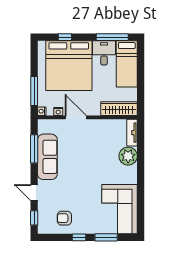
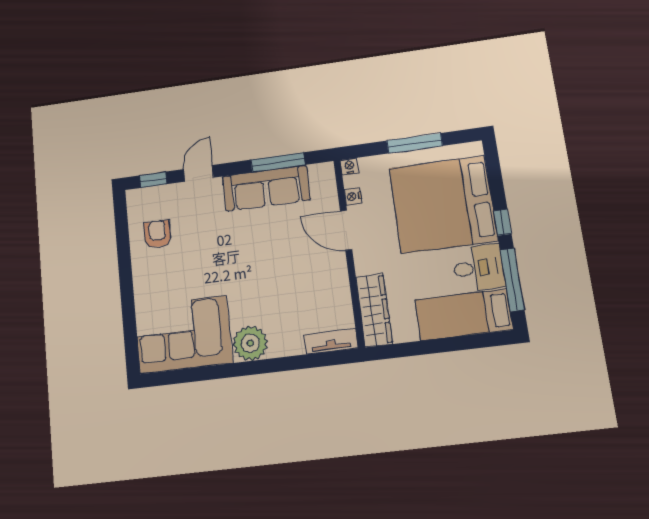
window: (65, 37) -> (502, 222), moved
window: (34, 91) -> (415, 143), moved
door: (76, 117) -> (346, 230), swing flipped
plant: (128, 156) -> (250, 343), moved
window: (79, 237) -> (125, 266), removed
window: (106, 237) -> (129, 316), removed

